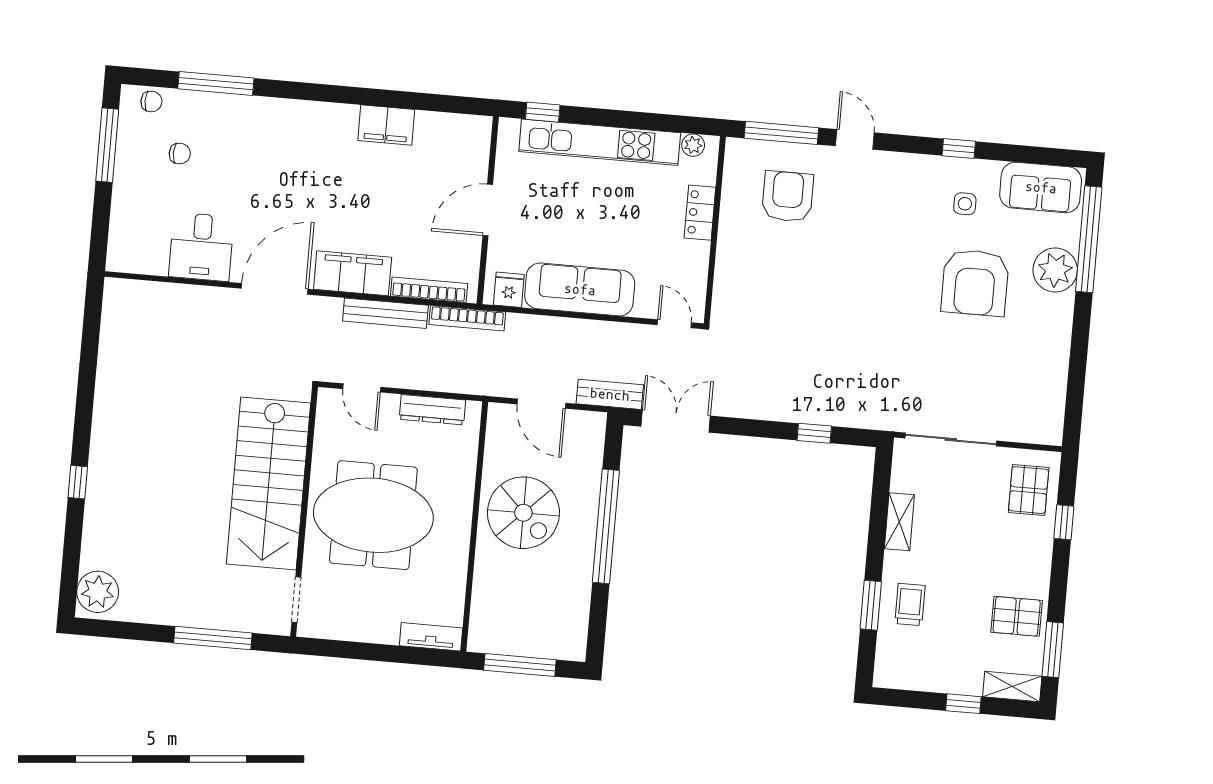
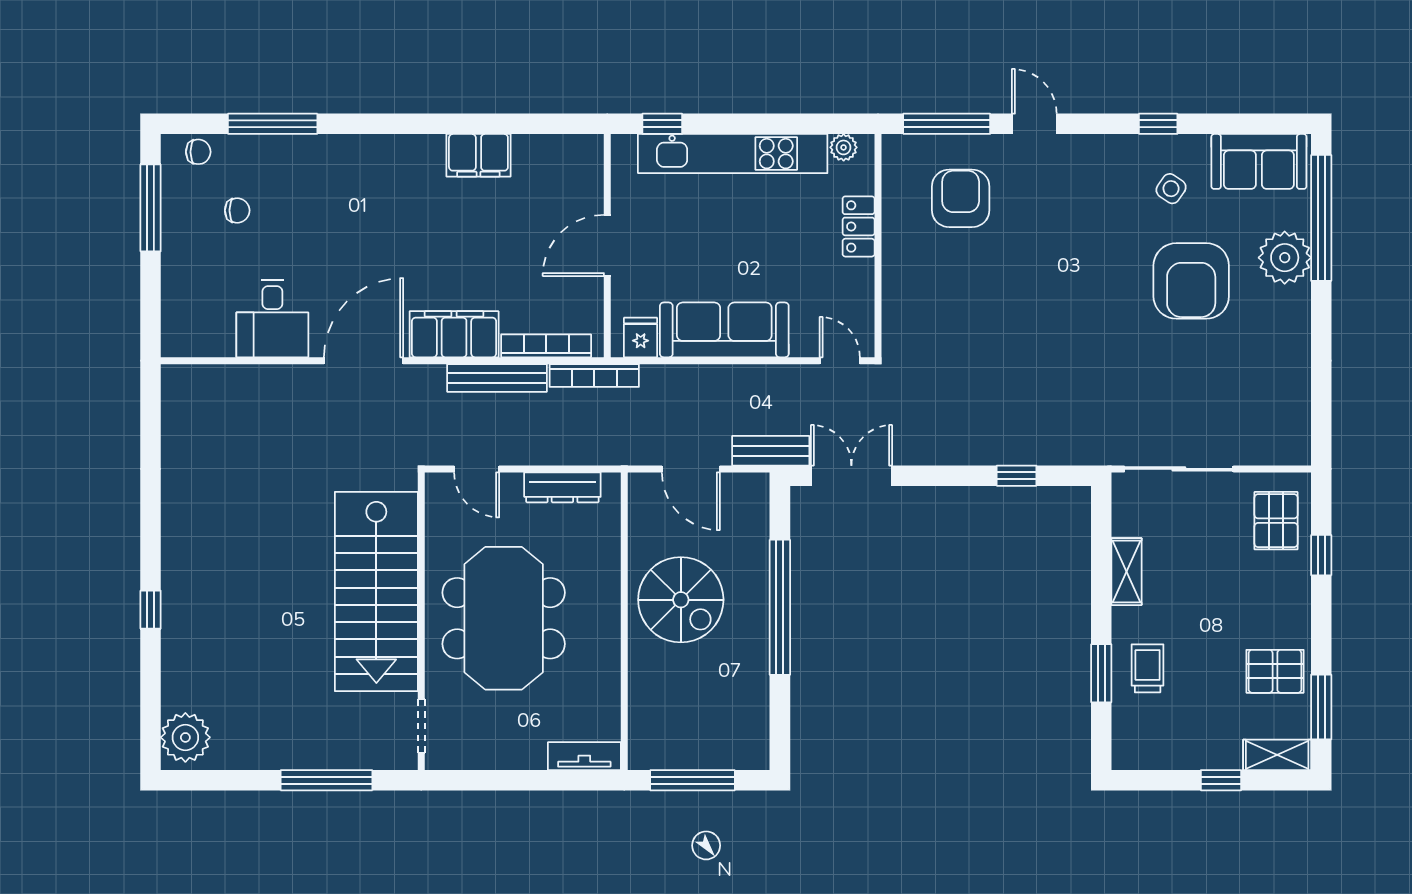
side table: (965, 204) -> (1171, 189), turned 34
meeting table: (373, 515) -> (504, 618), turned 90

